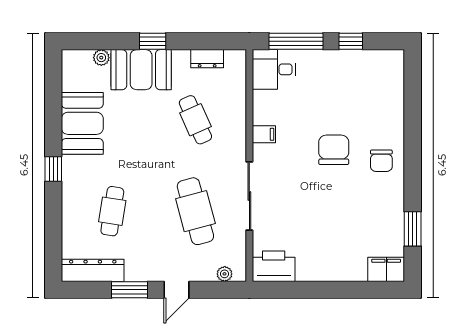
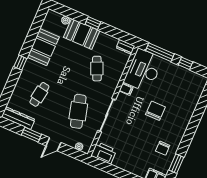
dresser: (207, 59) -> (125, 47), moved
desk: (274, 69) -> (143, 70), width x1.87, depth x1.30
chair: (381, 161) -> (163, 148), moved

